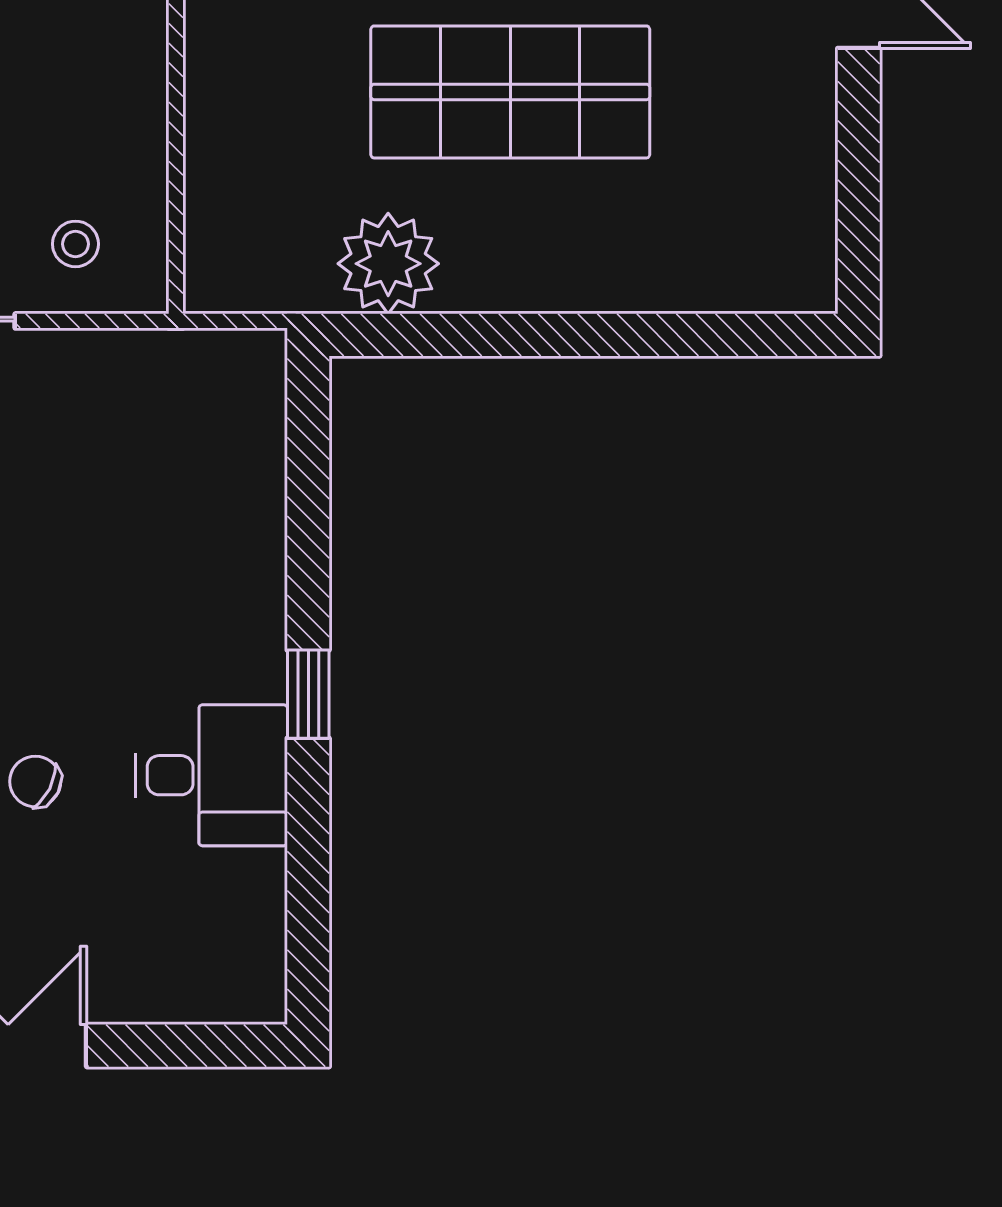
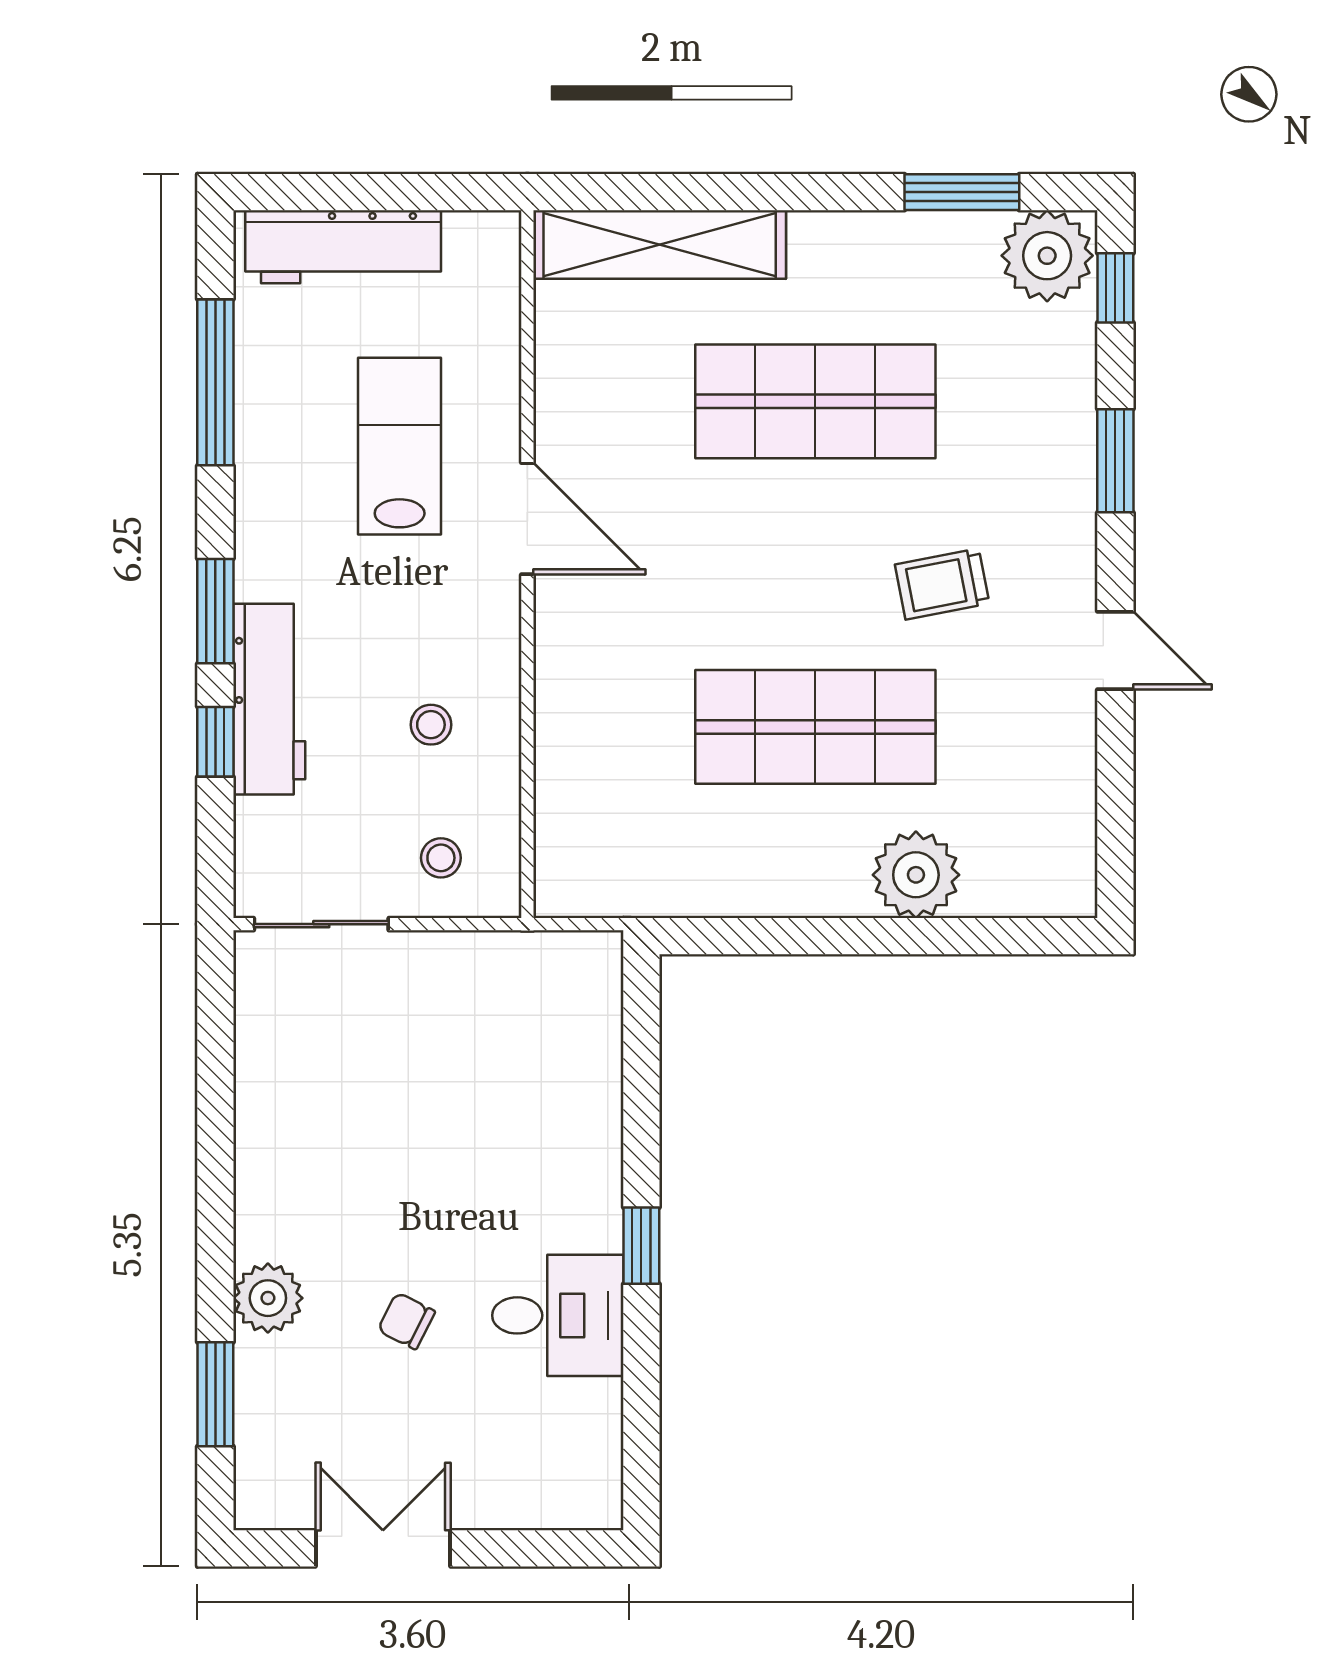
stool: (64, 89) -> (431, 725), added
plant: (388, 264) -> (916, 875), moved

